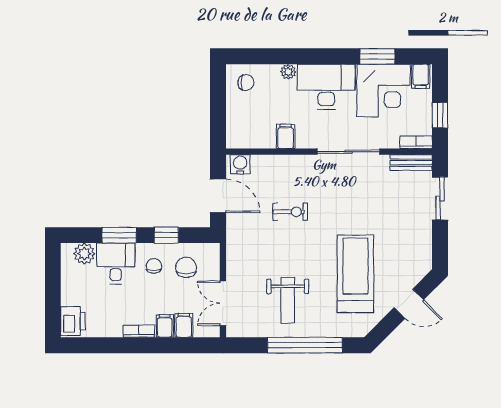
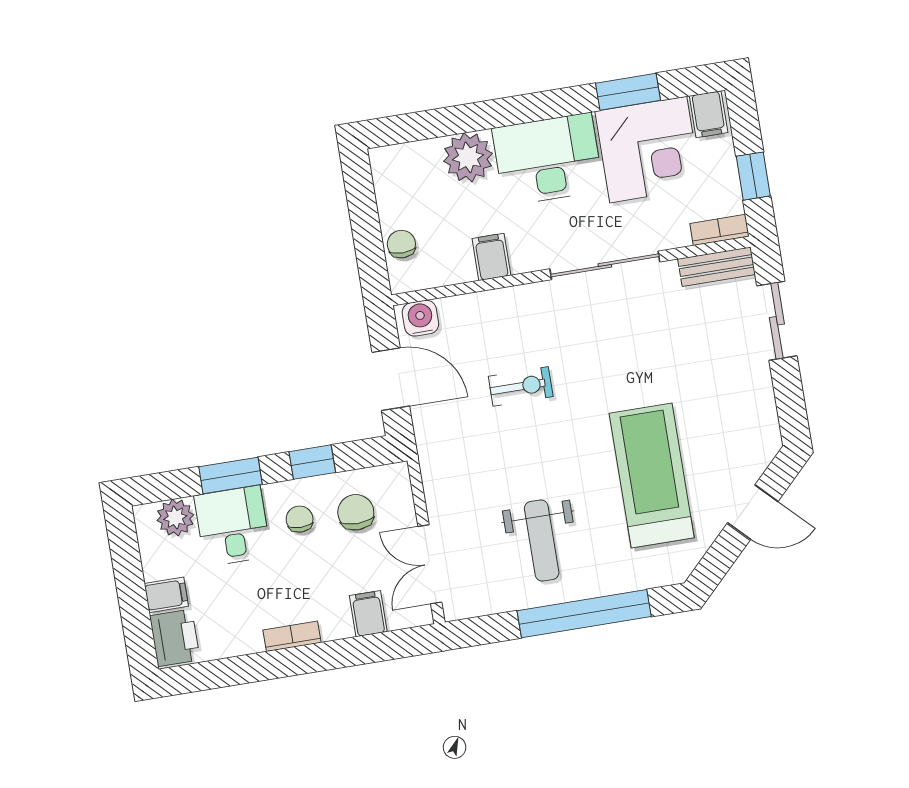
plant: (288, 72) -> (468, 157), width x1.88, depth x1.88
chair: (246, 82) -> (401, 244), moved, turned -90
filing cabinet: (165, 326) -> (166, 595), moved, turned 90

